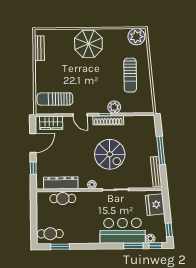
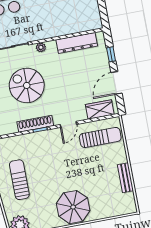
bench: (39, 48) -> (125, 178), moved
plant: (114, 107) -> (31, 140), removed
door: (80, 115) -> (68, 124), swing flipped
cafe table: (63, 199) -> (71, 26), removed

